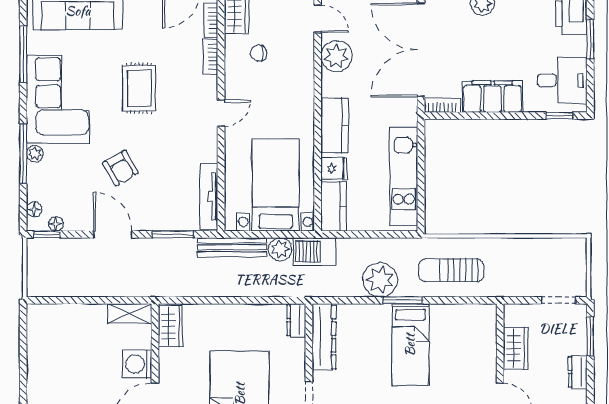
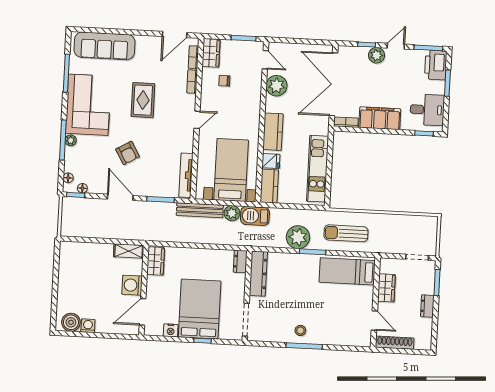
bed: (410, 345) -> (347, 271), moved, turned 90

